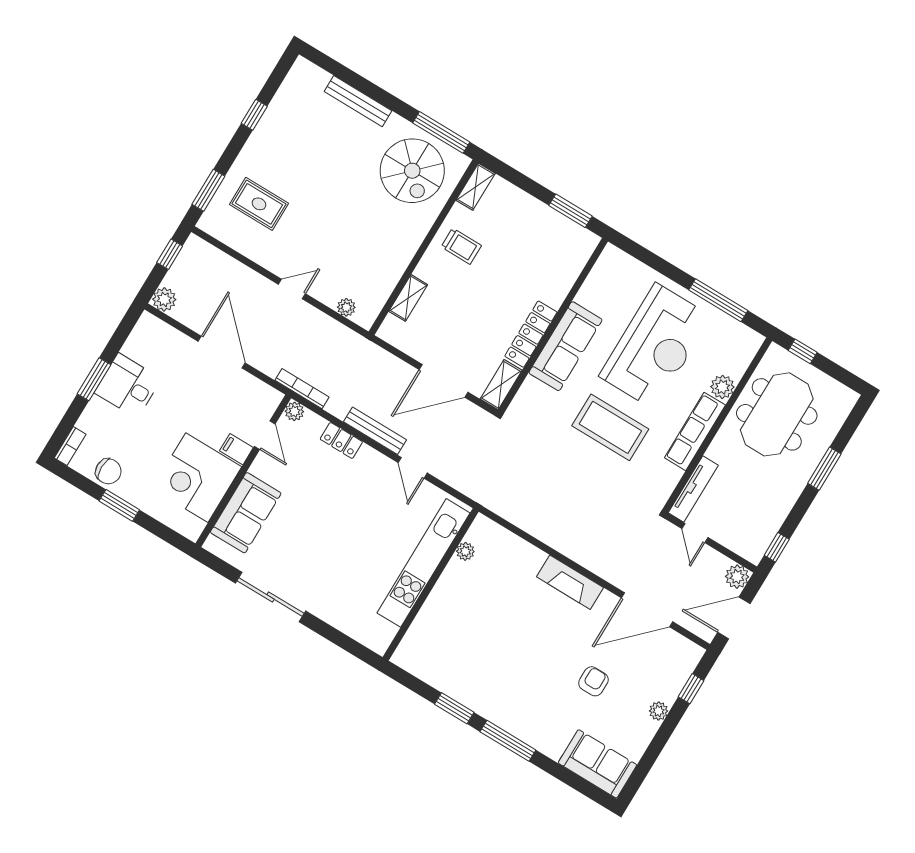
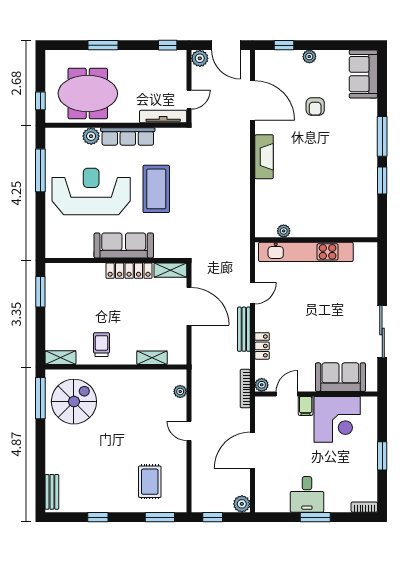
bench: (358, 101) -> (52, 492), moved, width x0.73
chair: (108, 471) -> (366, 475), removed
armchair: (593, 681) -> (315, 106), turned -90

